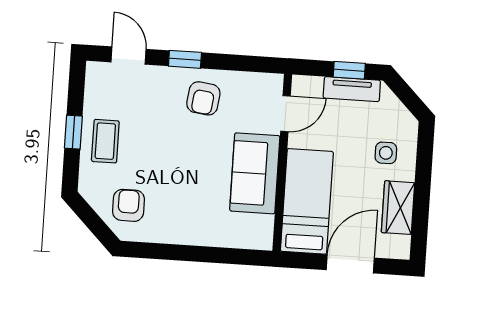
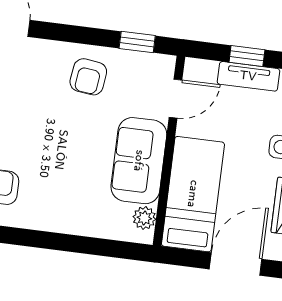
window: (185, 59) -> (137, 42), moved
plant: (263, 226) -> (144, 218), added

